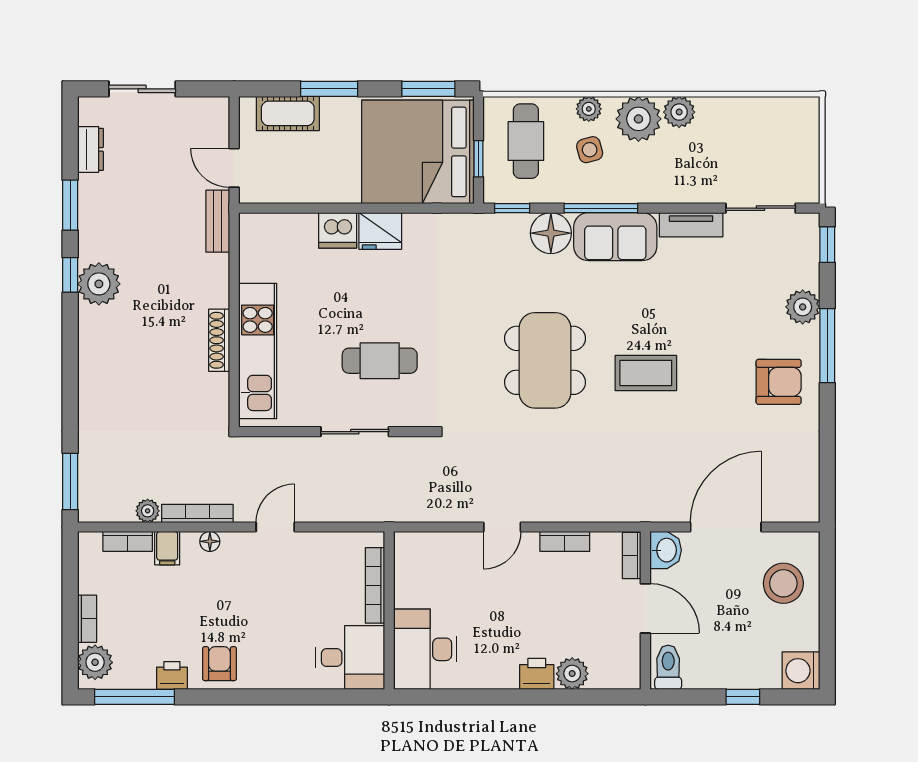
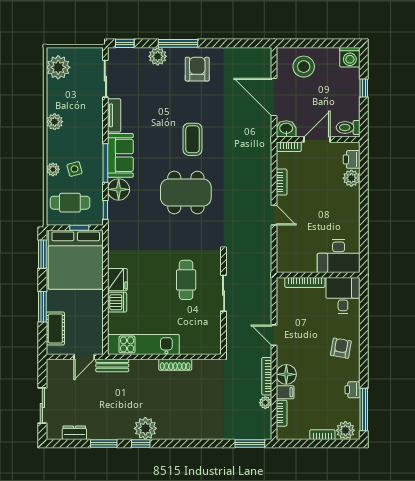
plant: (638, 119) -> (58, 67), moved
kitchen unit: (258, 351) -> (143, 344), moved
floor lamp: (210, 541) -> (286, 374), width x1.89, depth x1.89
armchair: (219, 664) -> (341, 348), moved, turned 100
printer: (537, 674) -> (352, 159), moved

